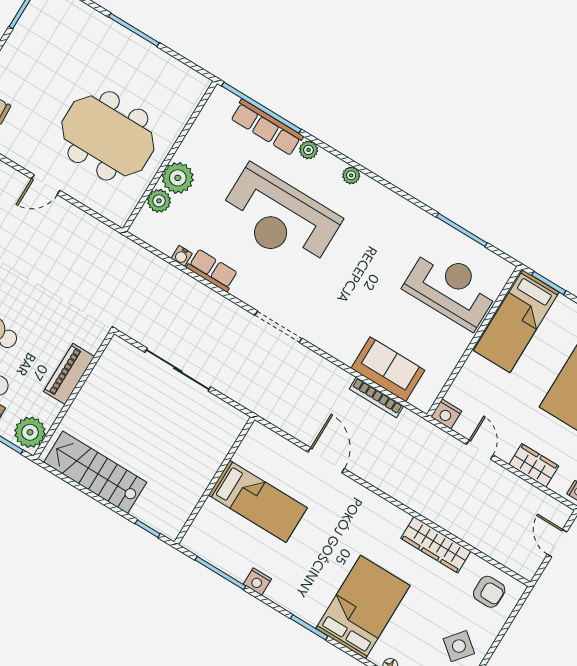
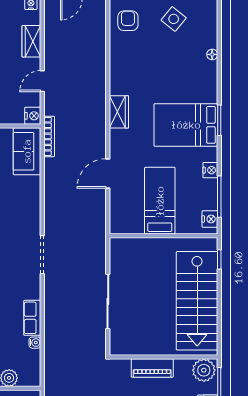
sofa: (388, 369) -> (27, 151), moved
bookcase: (376, 397) -> (49, 136), moved
stairs: (95, 472) -> (197, 301), width x1.36, depth x1.51
wardrobe: (436, 545) -> (119, 112), moved, width x0.67
nightstand: (201, 546) -> (210, 219), added
bed: (363, 607) -> (186, 125), moved

